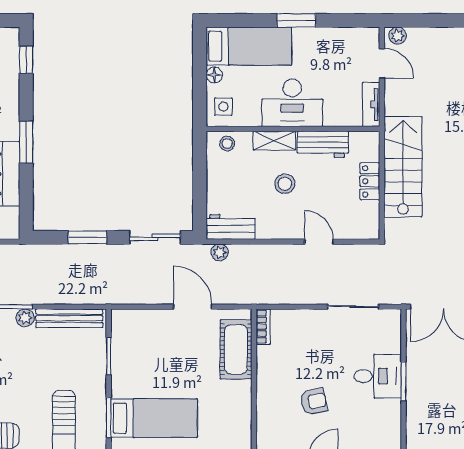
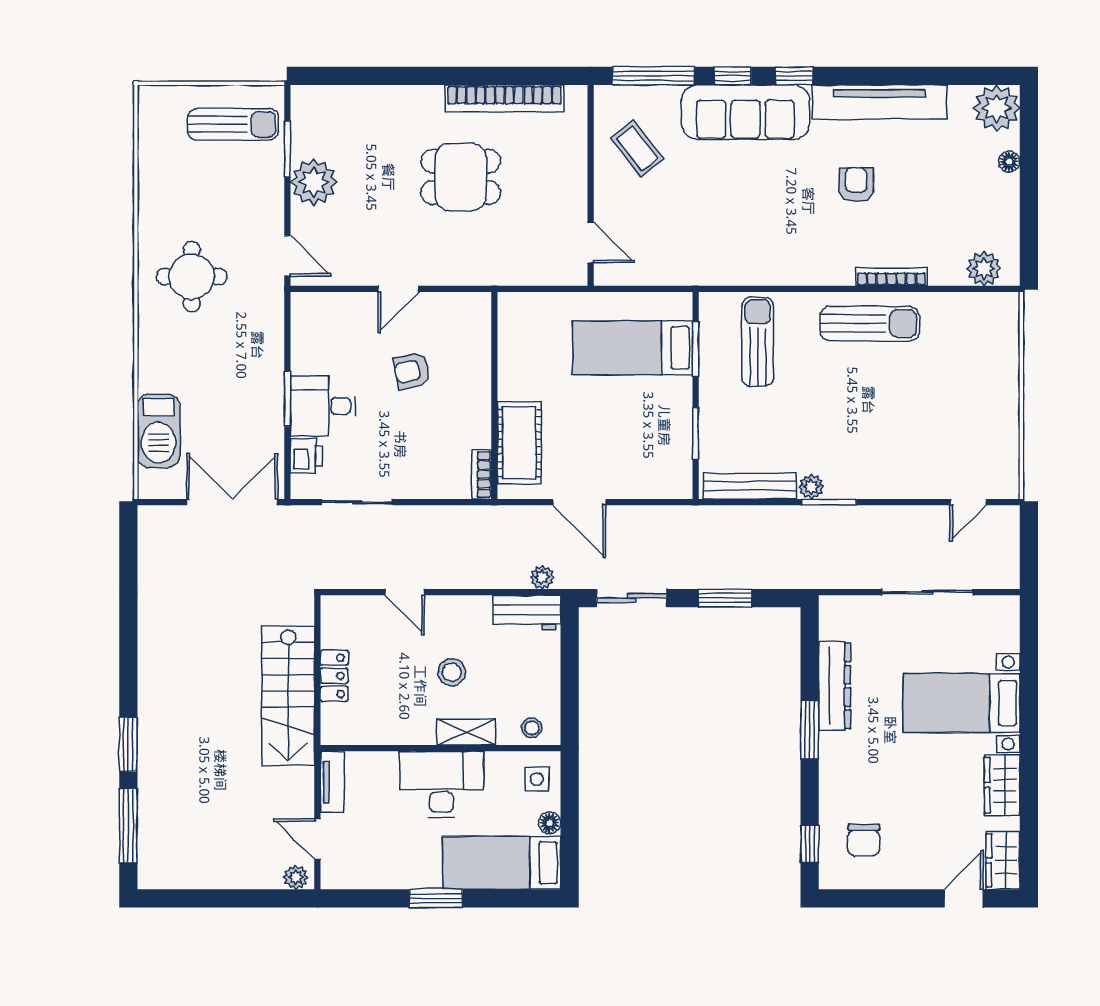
workbench: (323, 144) -> (399, 727), removed
printer: (390, 340) -> (306, 456), added

